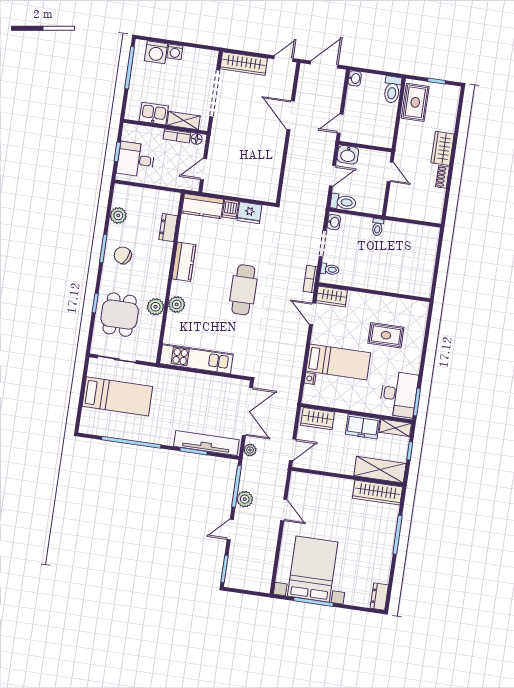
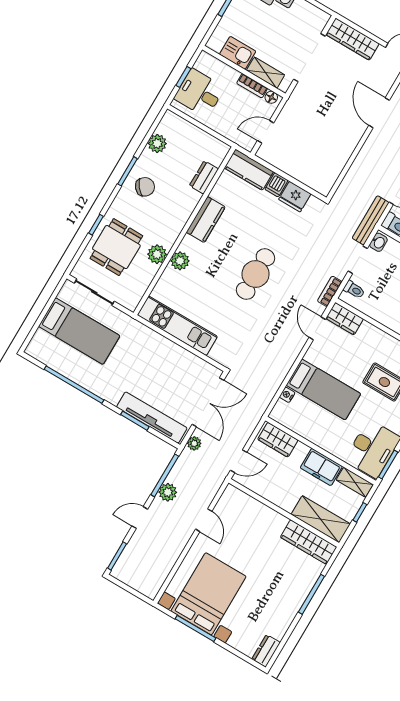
bench: (320, 207) -> (371, 220), added
chair: (123, 255) -> (145, 187), turned 115

